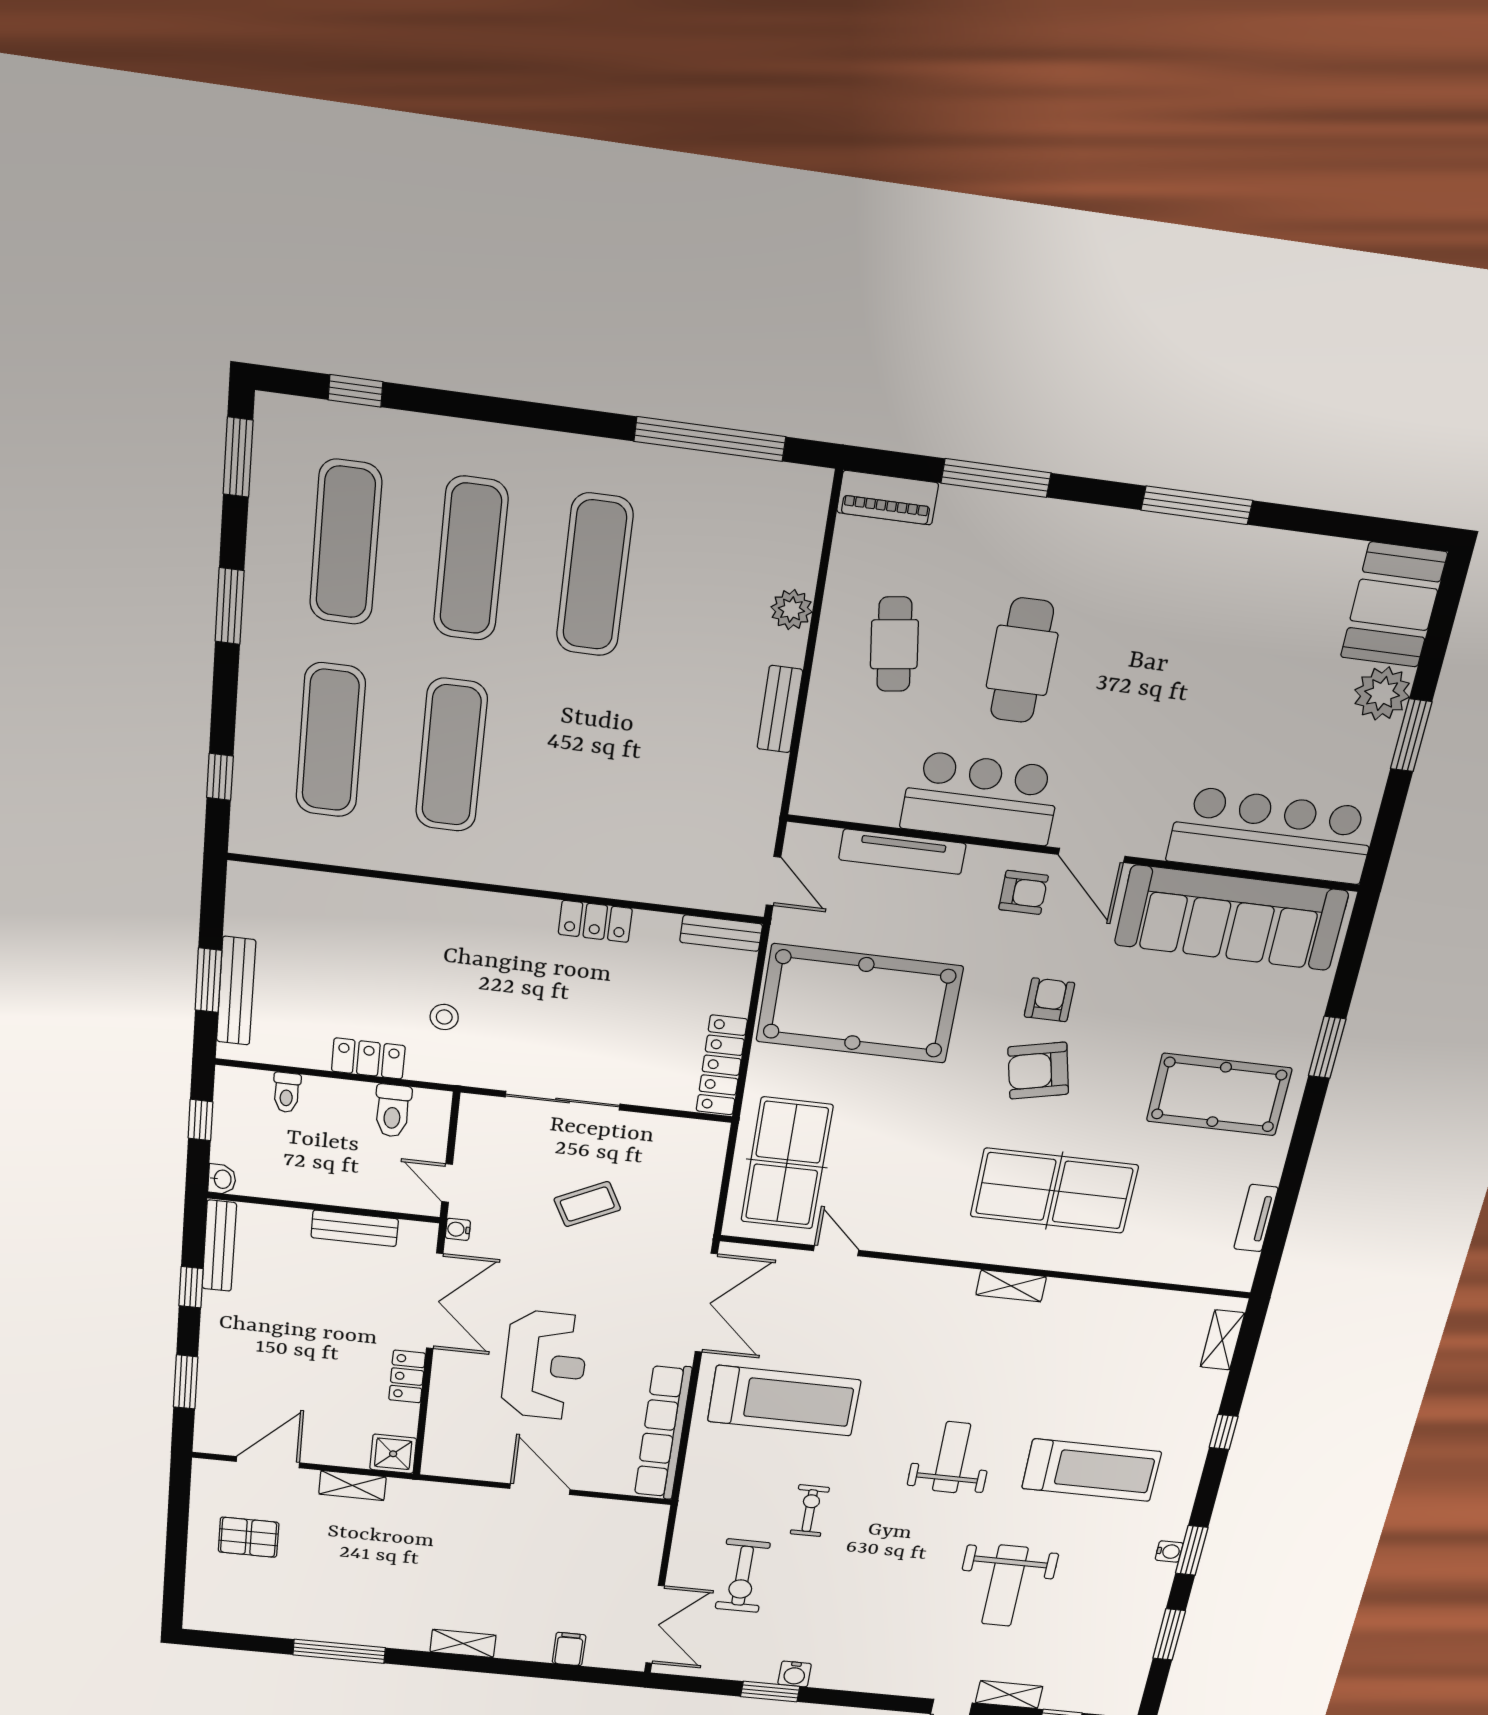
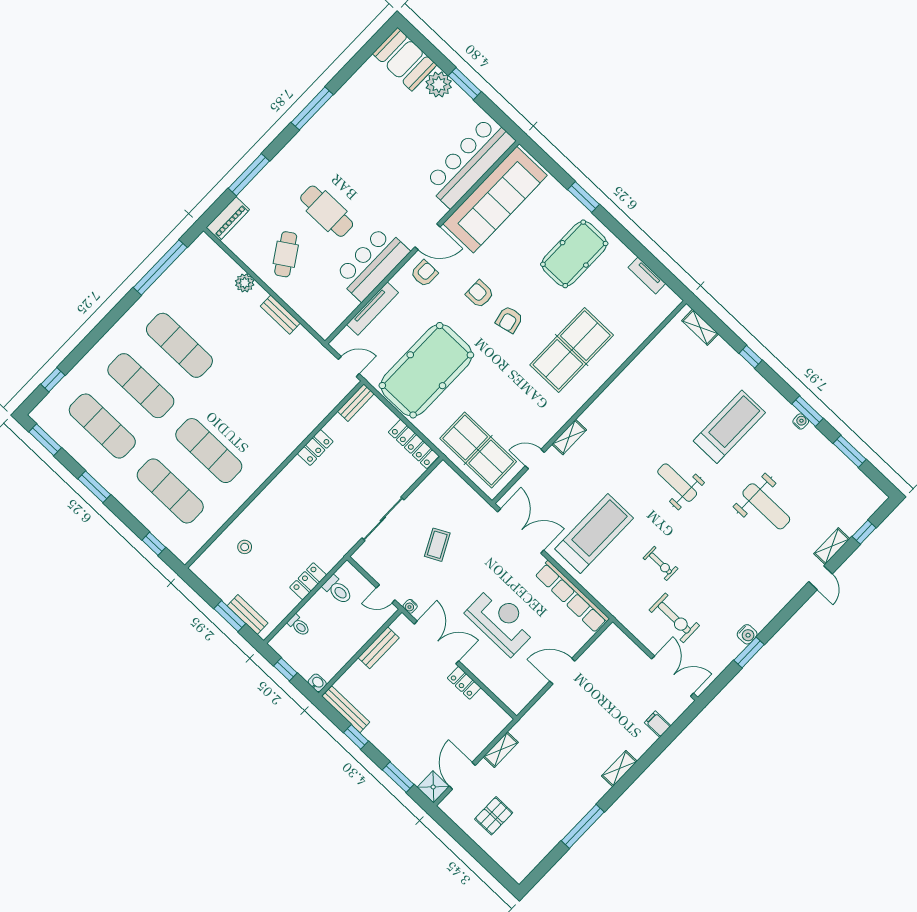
cafe table: (894, 644) -> (286, 254), turned 65
bench: (236, 991) -> (247, 614), width x0.73
stool: (444, 1017) -> (245, 547), moved
armchair: (1038, 1071) -> (509, 320), width x0.72, depth x0.72
shelving: (1011, 1286) -> (569, 437), moved
shower: (393, 1454) -> (433, 787), moved
exercise bike: (810, 1511) -> (660, 563), turned 180

